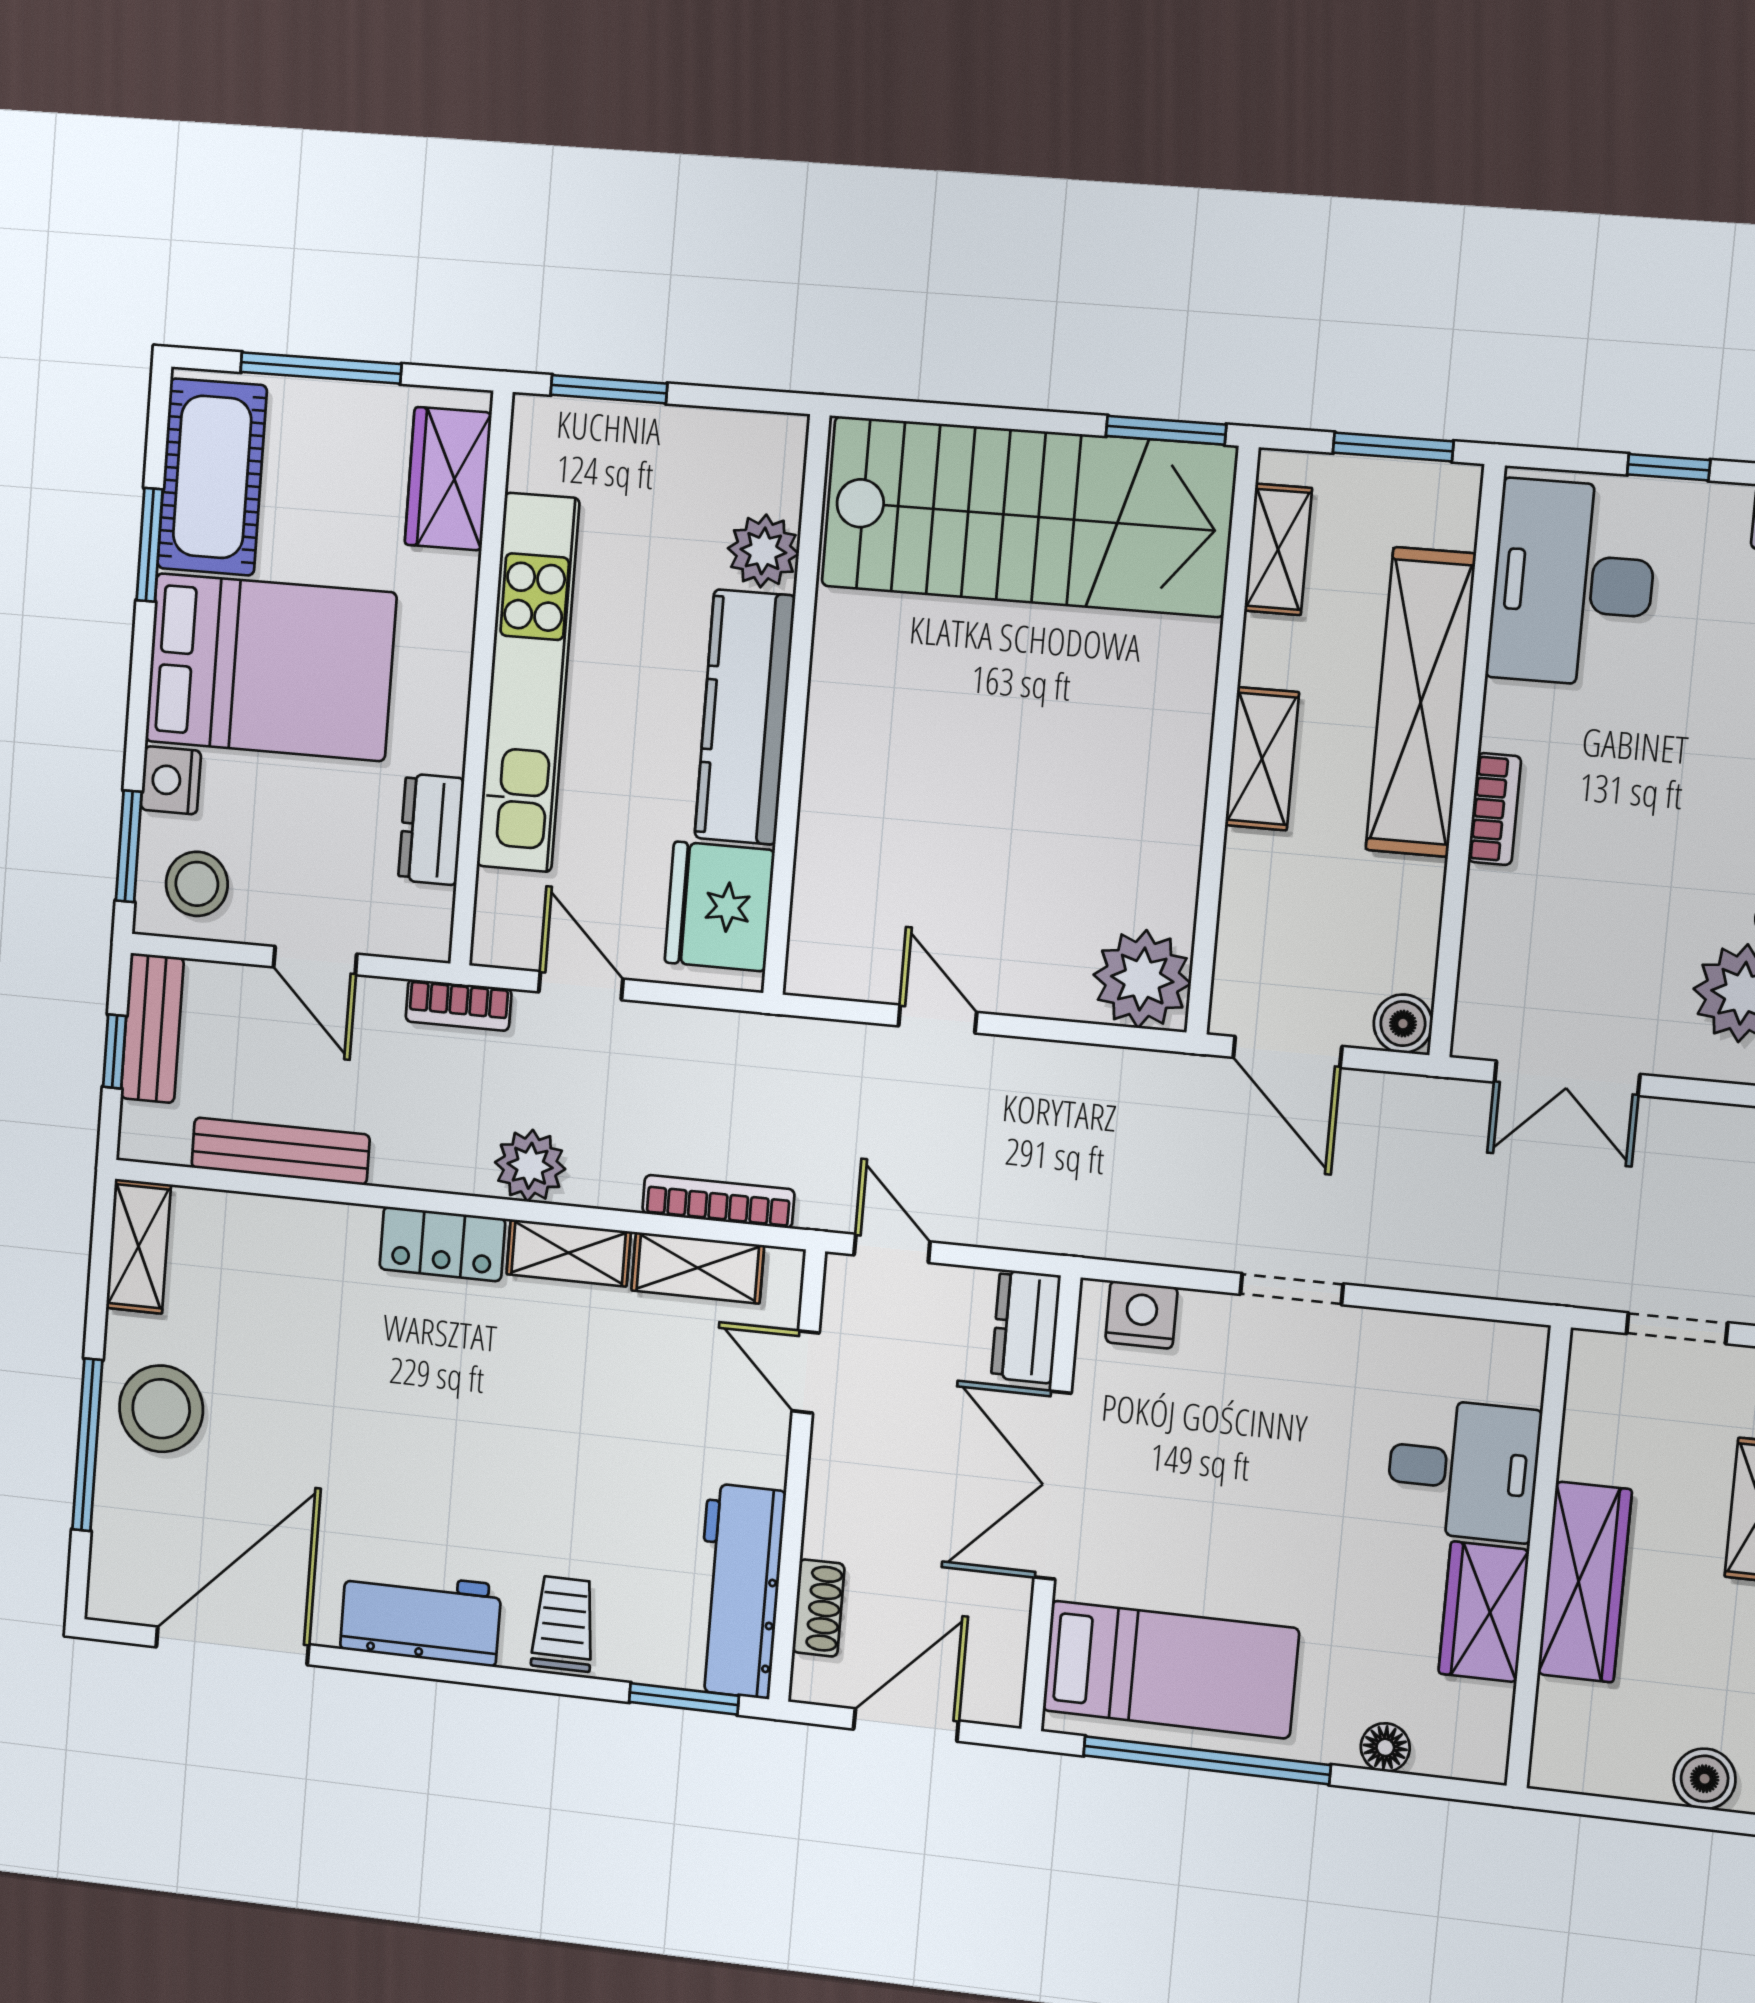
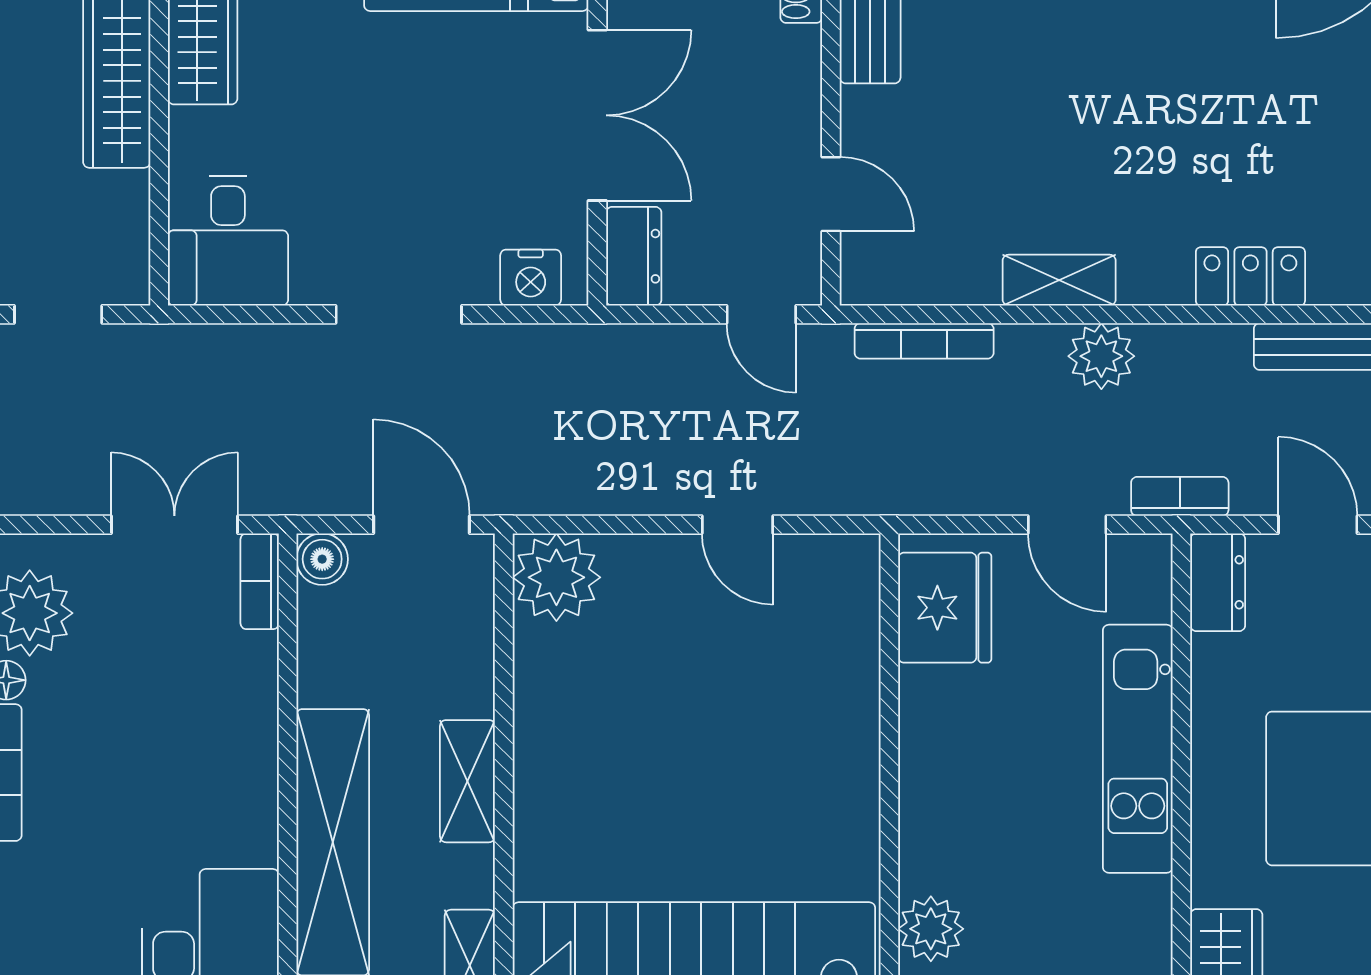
kitchen unit: (528, 683) -> (1138, 749), width x0.73
kitchen counter: (745, 717) -> (935, 779), removed
bookcase: (1495, 809) -> (260, 581), moved
dresser: (431, 829) -> (1218, 582), moved
locker: (442, 1244) -> (1250, 276), moved
shelving: (698, 1268) -> (938, 279), removed
doorway: (1292, 1289) -> (399, 314), width x1.38
desk: (1463, 1470) -> (228, 241), moved, turned -90

